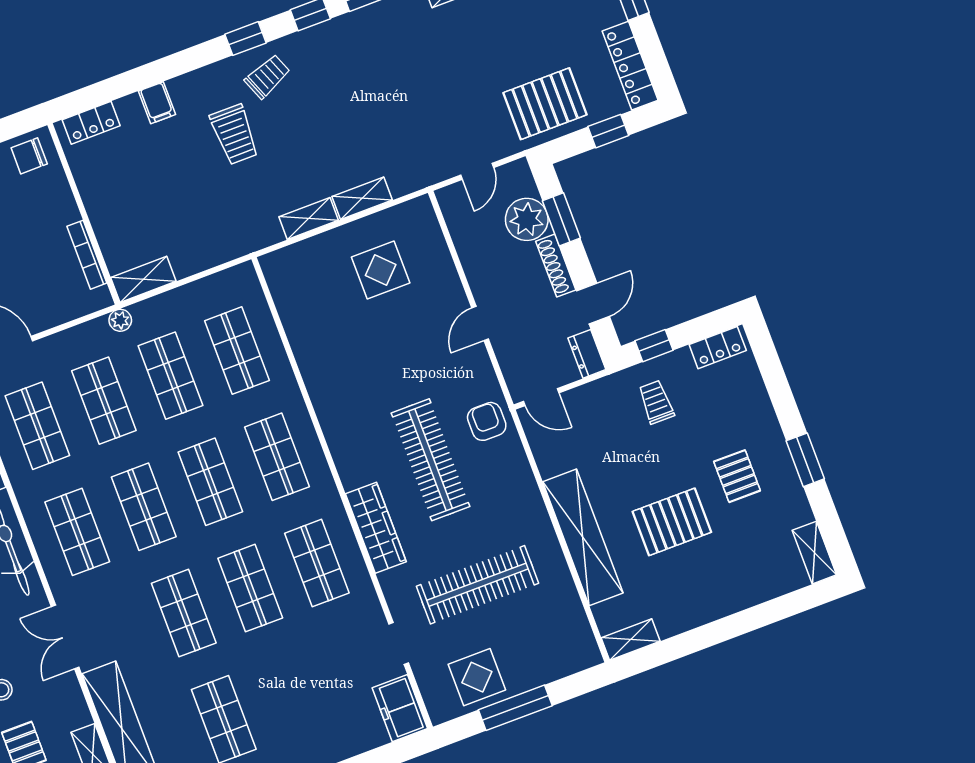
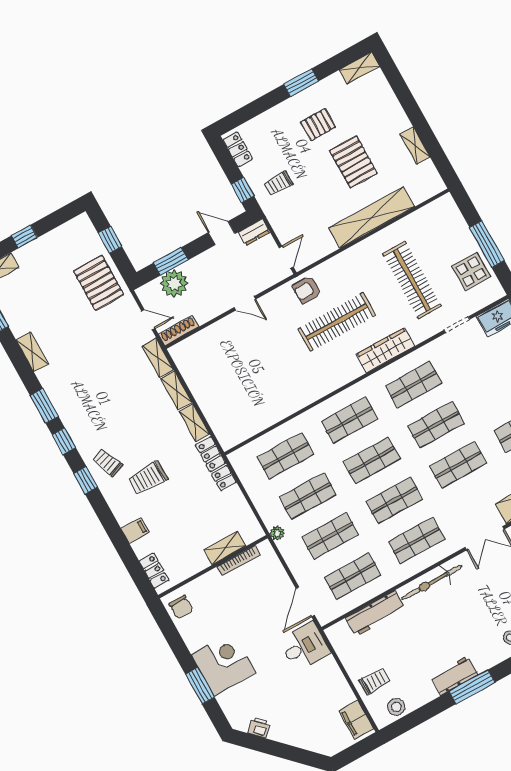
locker: (630, 66) -> (216, 464), moved, turned 90
trolley: (234, 134) -> (148, 478), turned 180
shelving: (417, 177) -> (158, 358), added
shoe rack: (556, 266) -> (179, 331), moved, turned 180
display table: (381, 270) -> (220, 372), removed
shelving: (143, 279) -> (225, 548), moved, turned 90
shelving: (631, 639) -> (415, 146), moved

